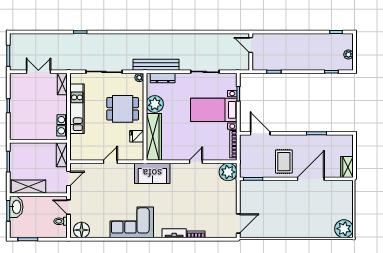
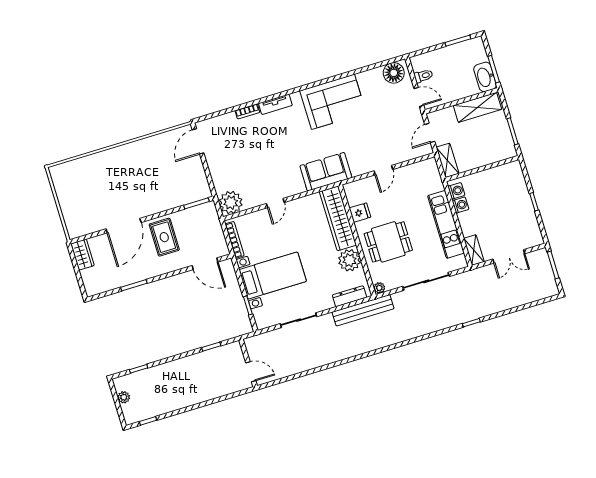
plant: (344, 229) -> (62, 175), removed

